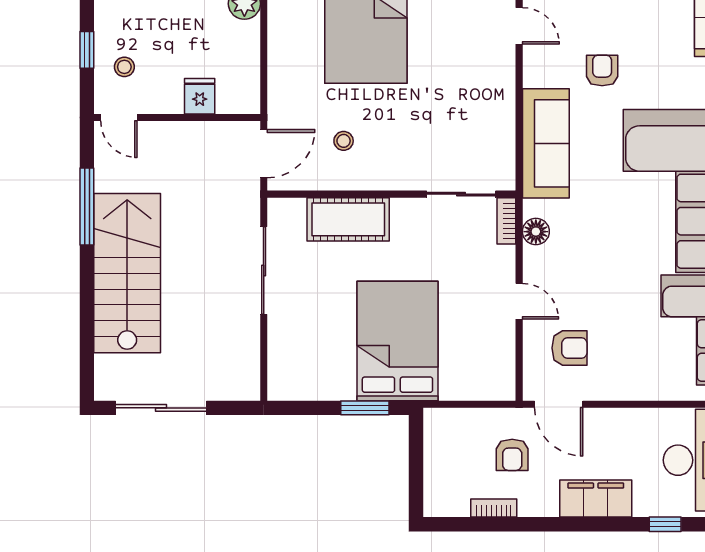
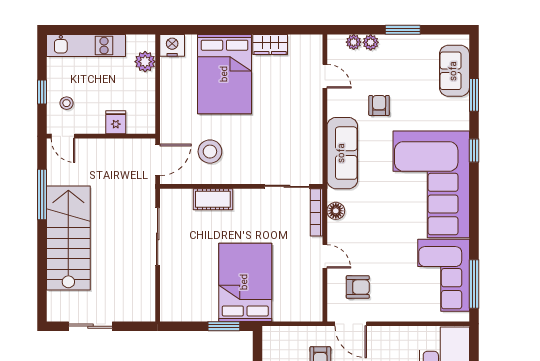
stool: (344, 141) -> (210, 152), width x1.89, depth x1.89
cot: (348, 219) -> (213, 199), width x0.73, depth x0.75
bookcase: (506, 221) -> (316, 212), width x1.56
sliding door: (161, 408) -> (90, 326), width x0.73

